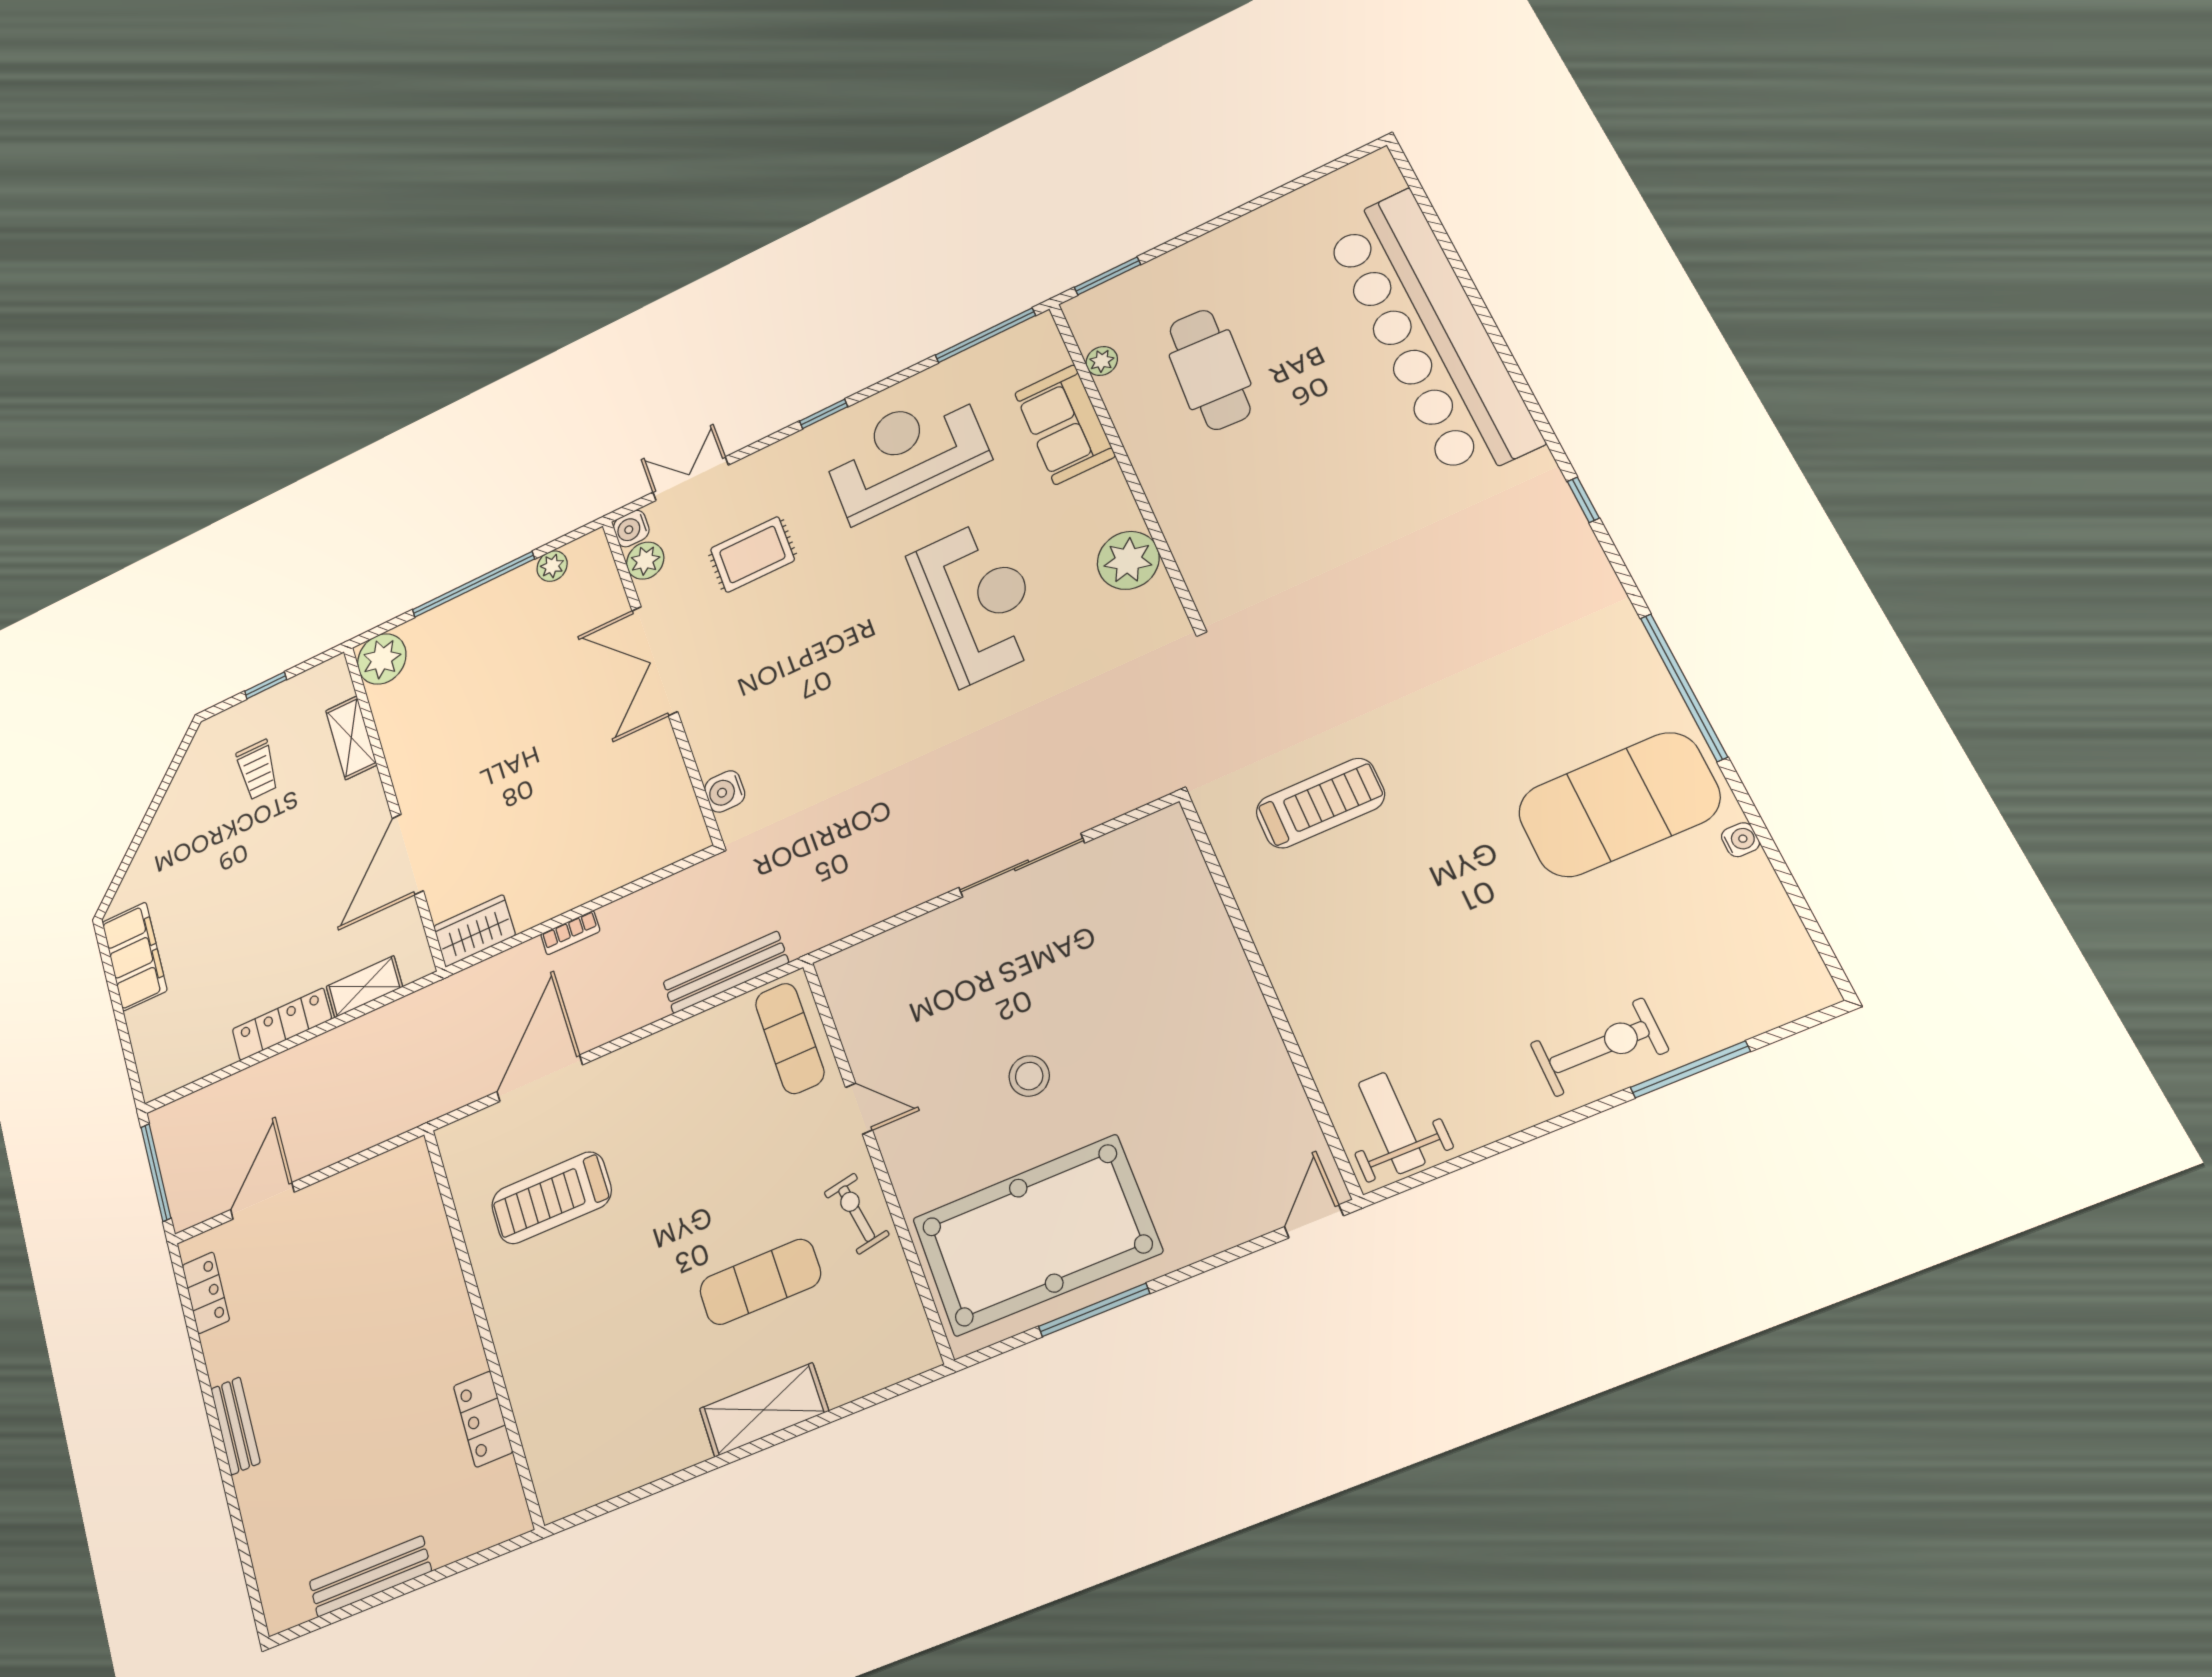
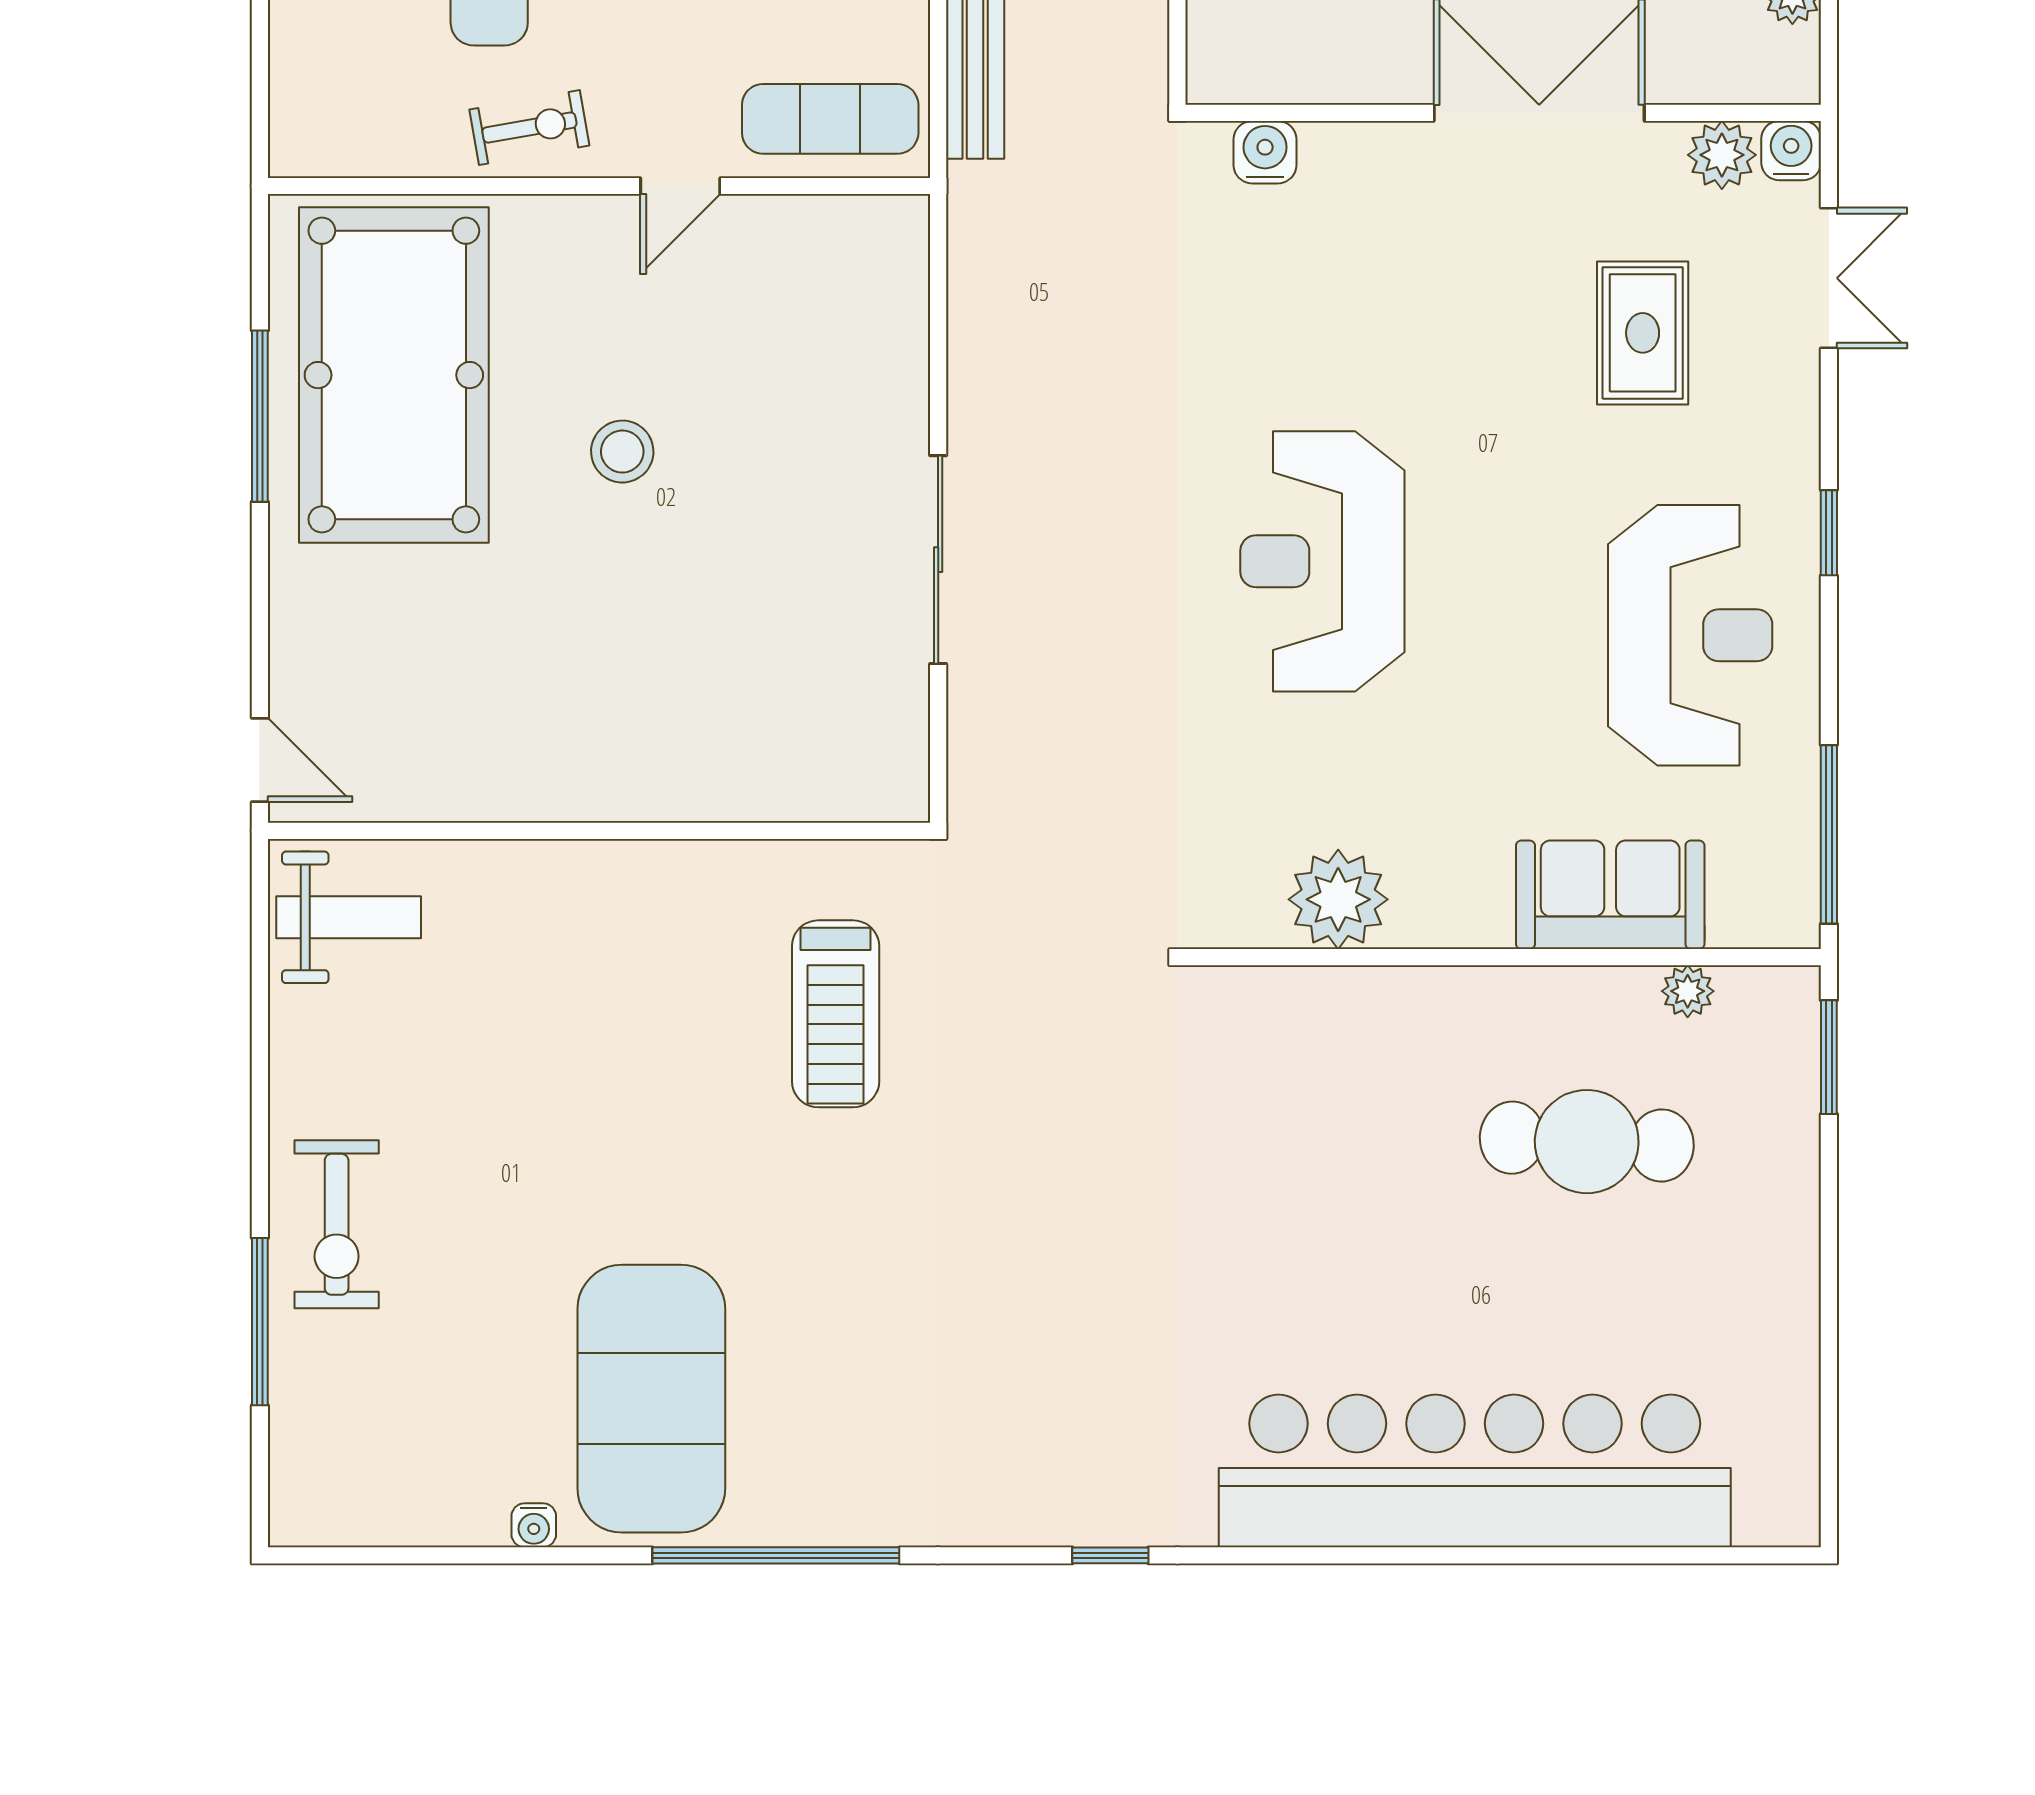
reception desk: (977, 601) -> (1322, 561), moved, turned 90

